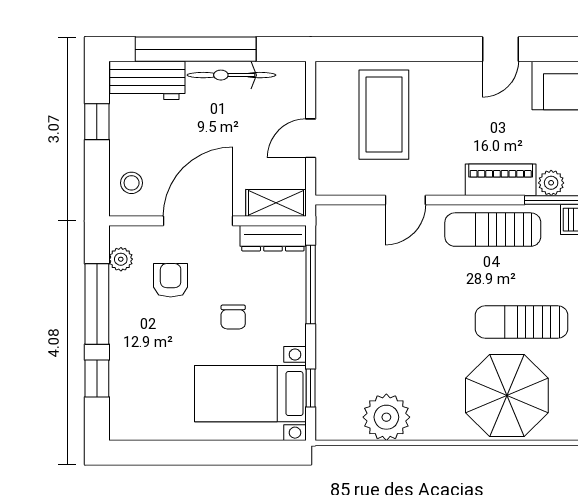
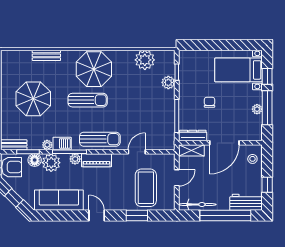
window: (405, 49) -> (137, 215), added
door: (500, 49) -> (97, 215), hinge flipped
bicycle: (231, 75) -> (197, 204), moved
plant: (121, 259) -> (257, 109), moved
armchair: (171, 280) -> (236, 118), removed
plant: (331, 364) -> (168, 82), added
bed with nightstands: (250, 394) -> (239, 70), moved, turned 180

